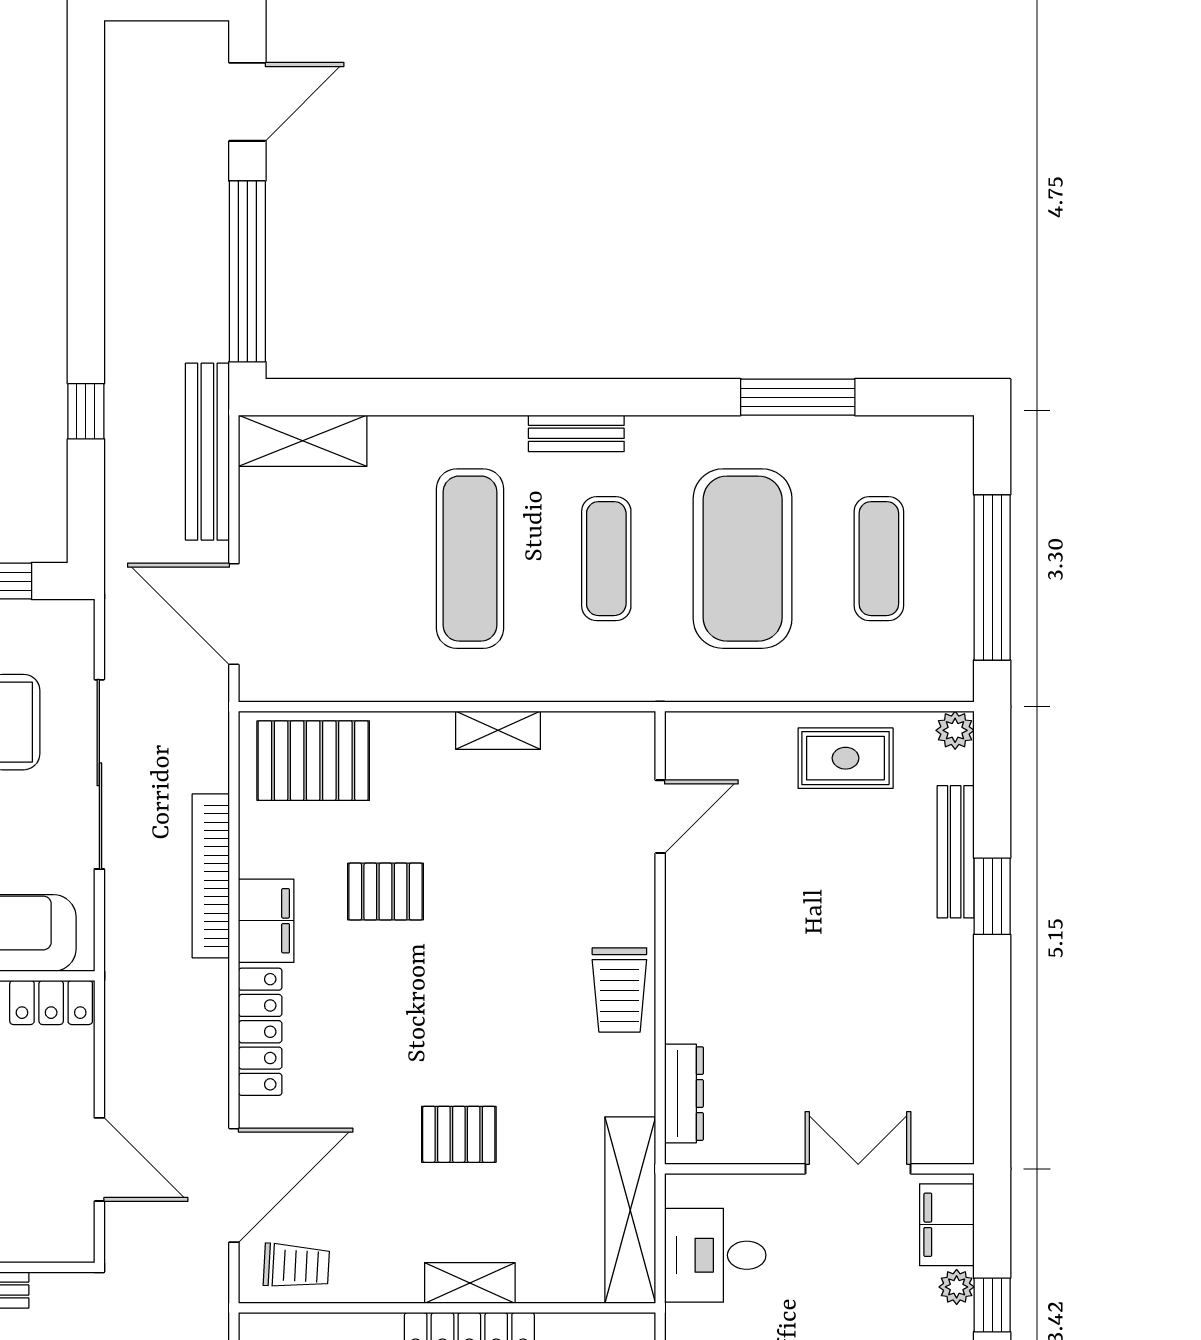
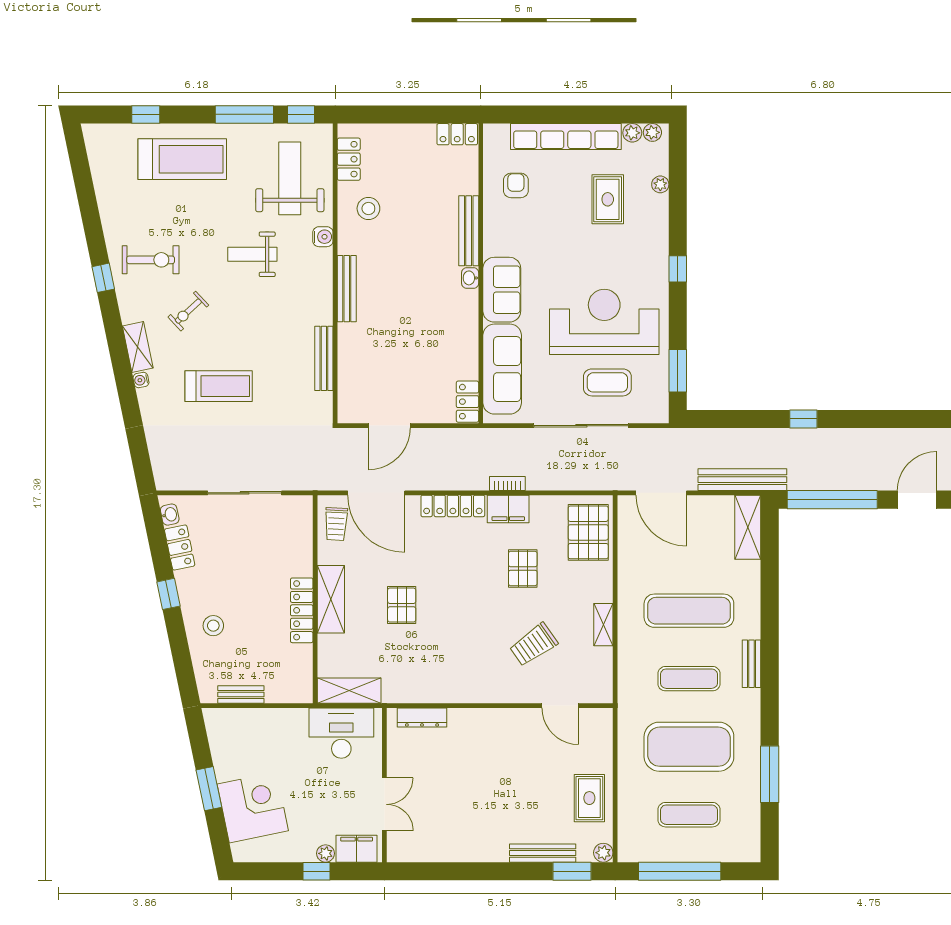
door: (247, 102) -> (917, 500), swing flipped
window: (86, 411) -> (803, 419), moved
door: (234, 614) -> (661, 493), swing flipped
bookcase: (211, 876) -> (507, 484), width x0.43, depth x0.76
window: (992, 896) -> (572, 871), moved
trolley: (619, 990) -> (534, 645), moved, turned -35
shelving: (630, 1210) -> (349, 691), width x0.68
desk: (715, 1255) -> (341, 733), width x1.37
shelving: (470, 1283) -> (331, 599), width x1.50, depth x1.33

